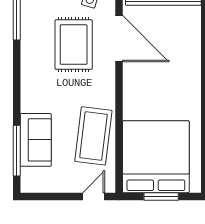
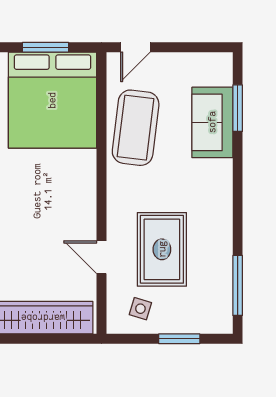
door: (119, 39) -> (102, 257), width x0.53
window: (17, 151) -> (238, 108), width x0.69

